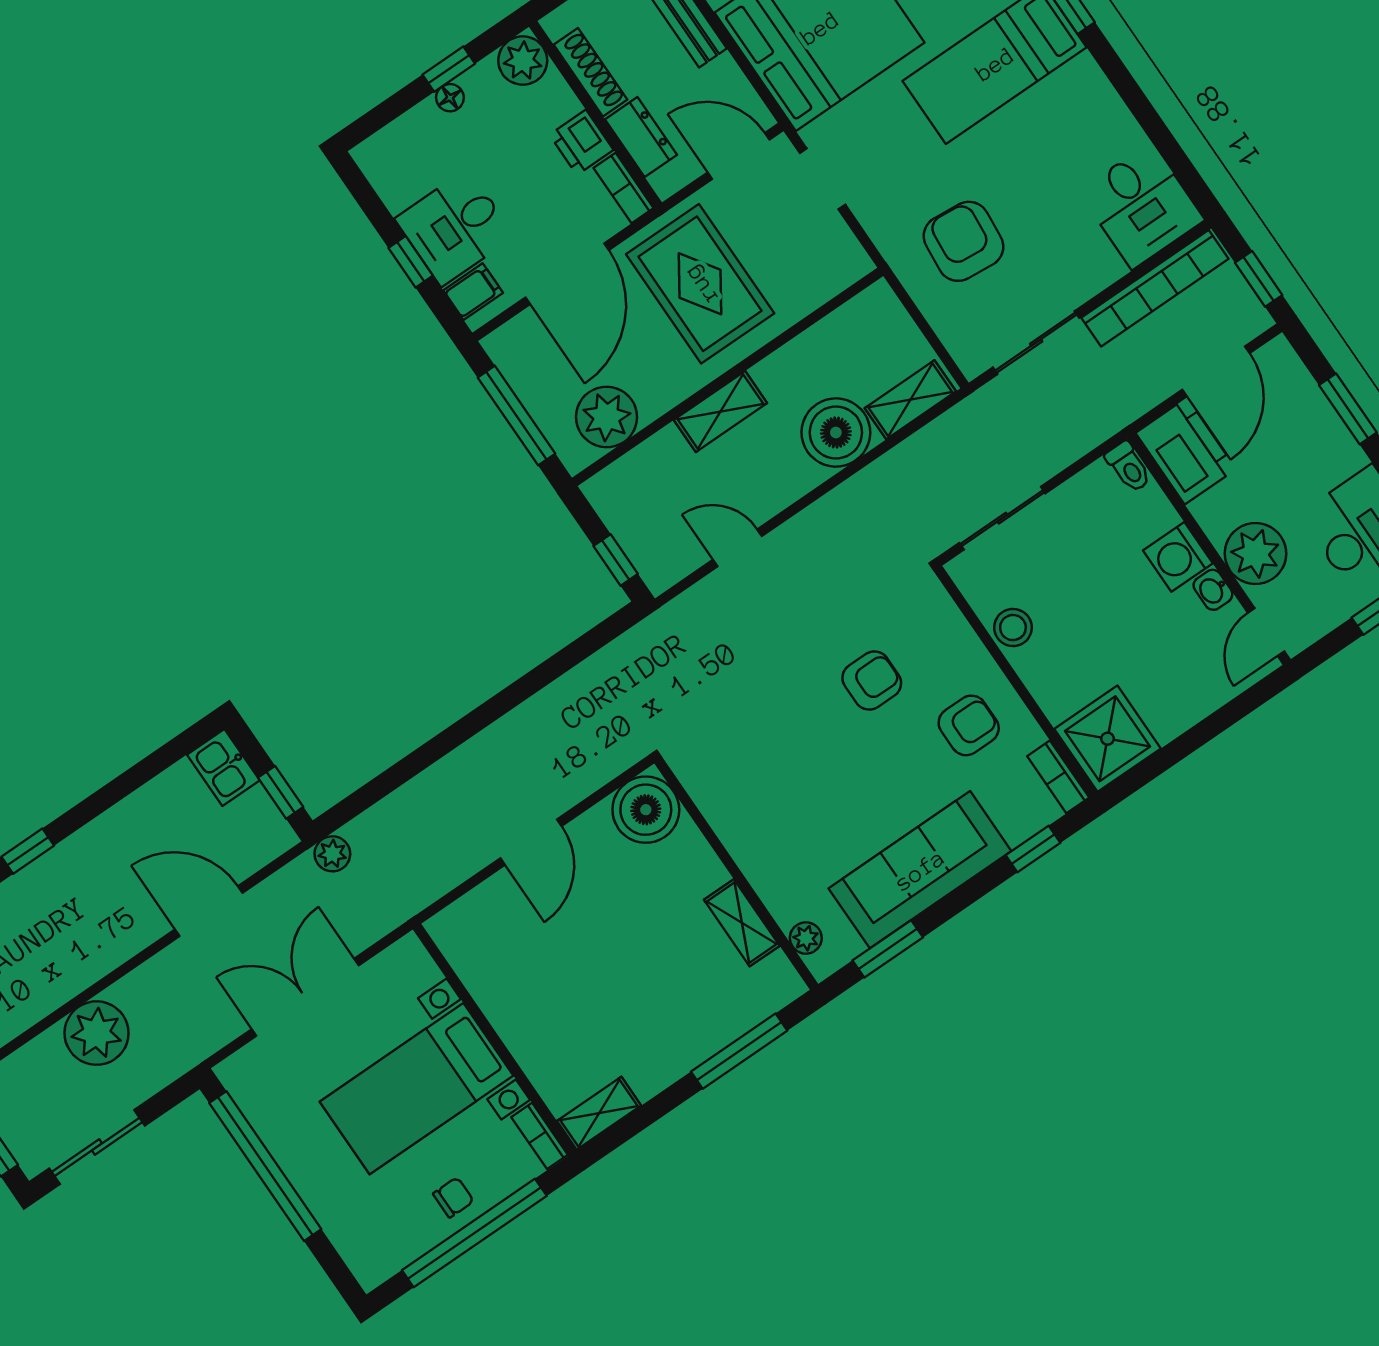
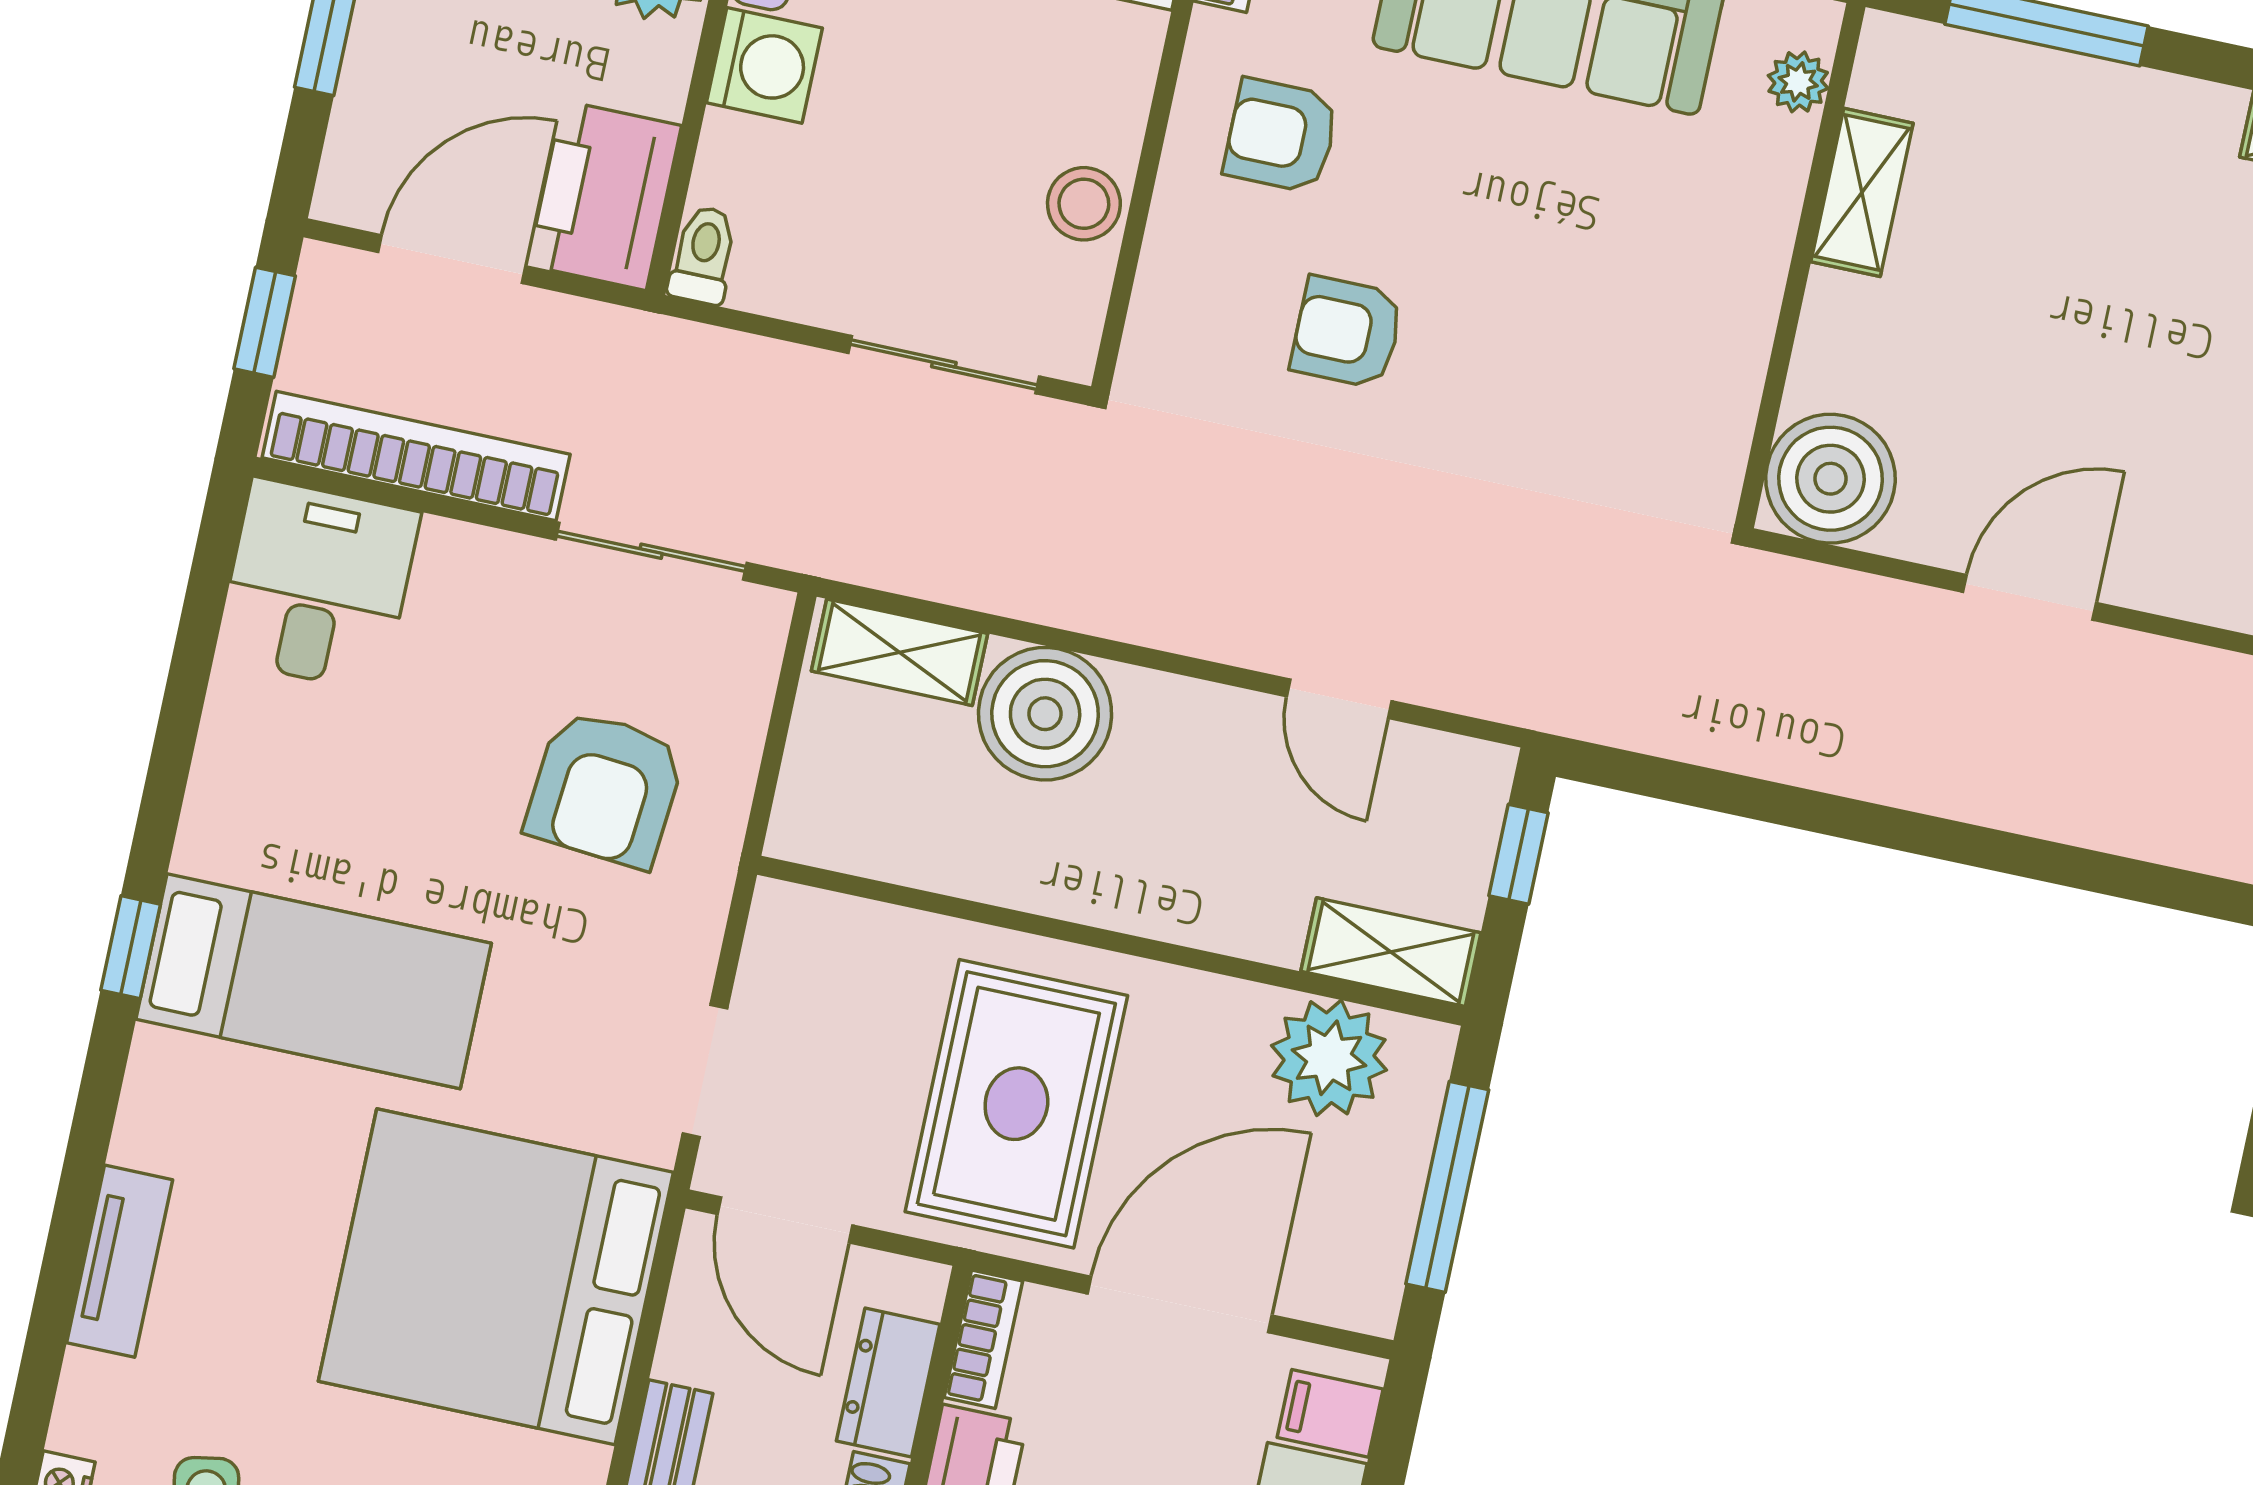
shelving: (720, 411) -> (1391, 952), moved

